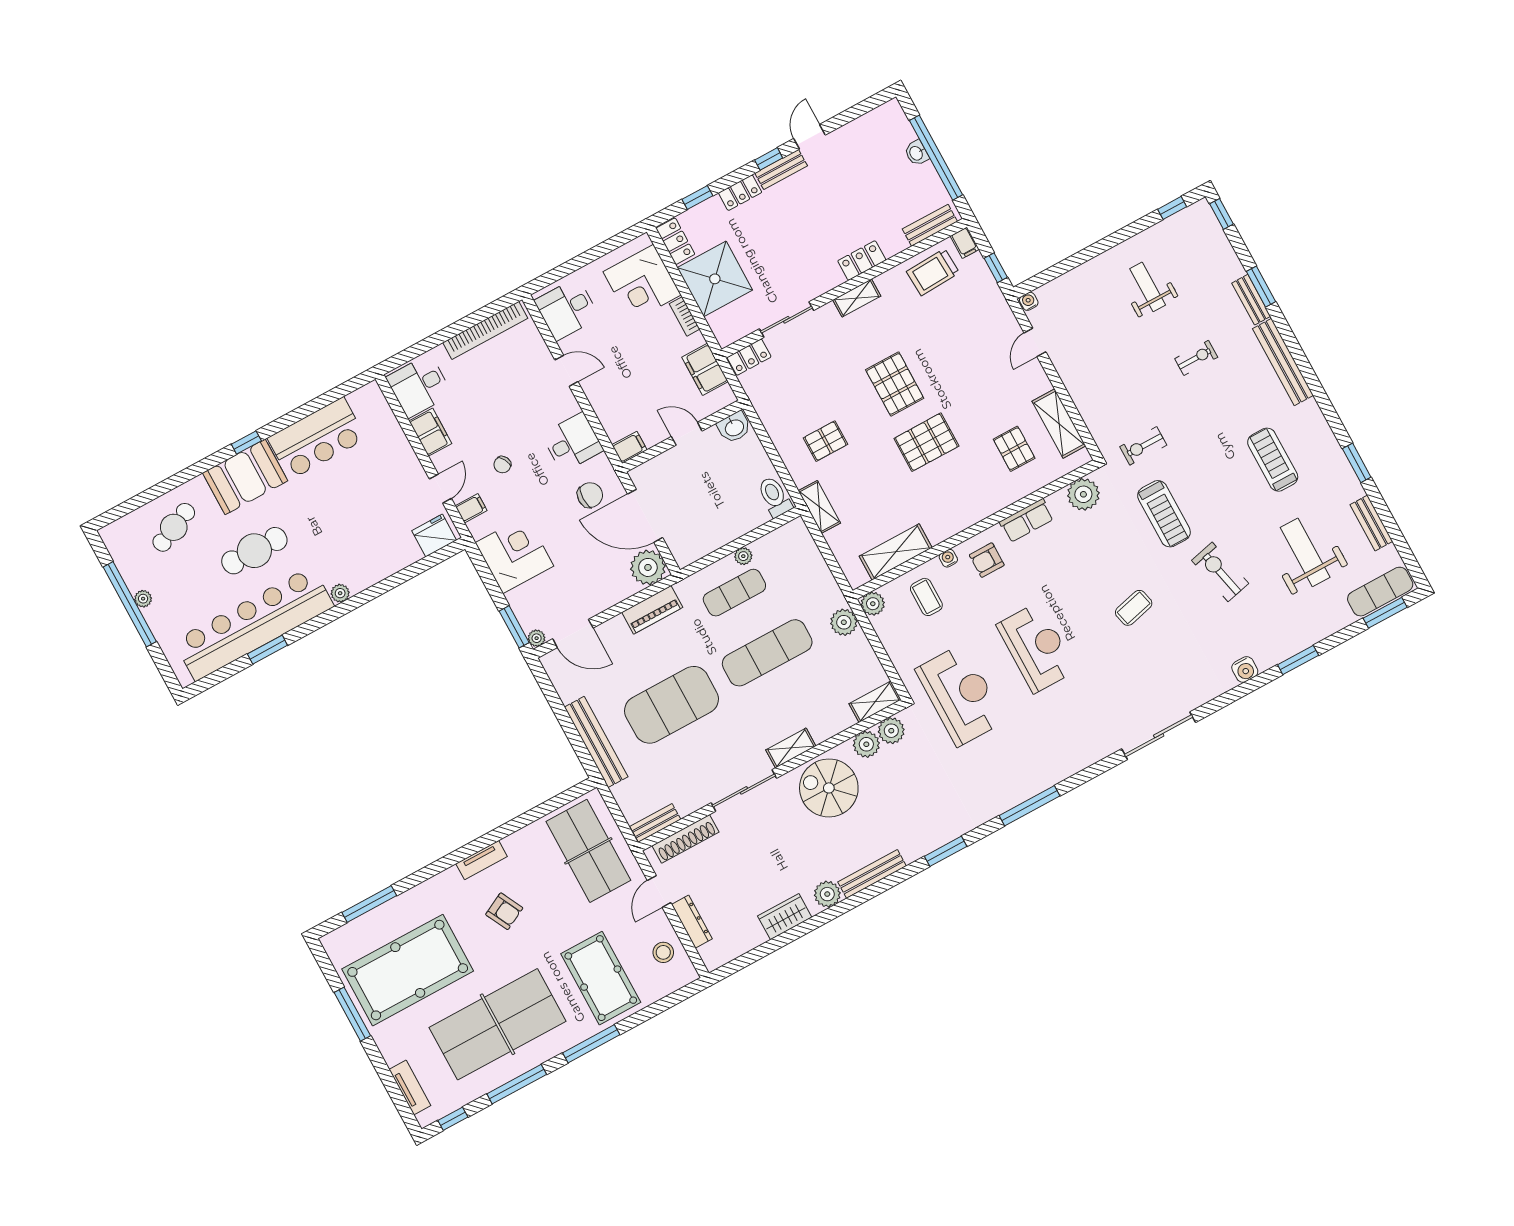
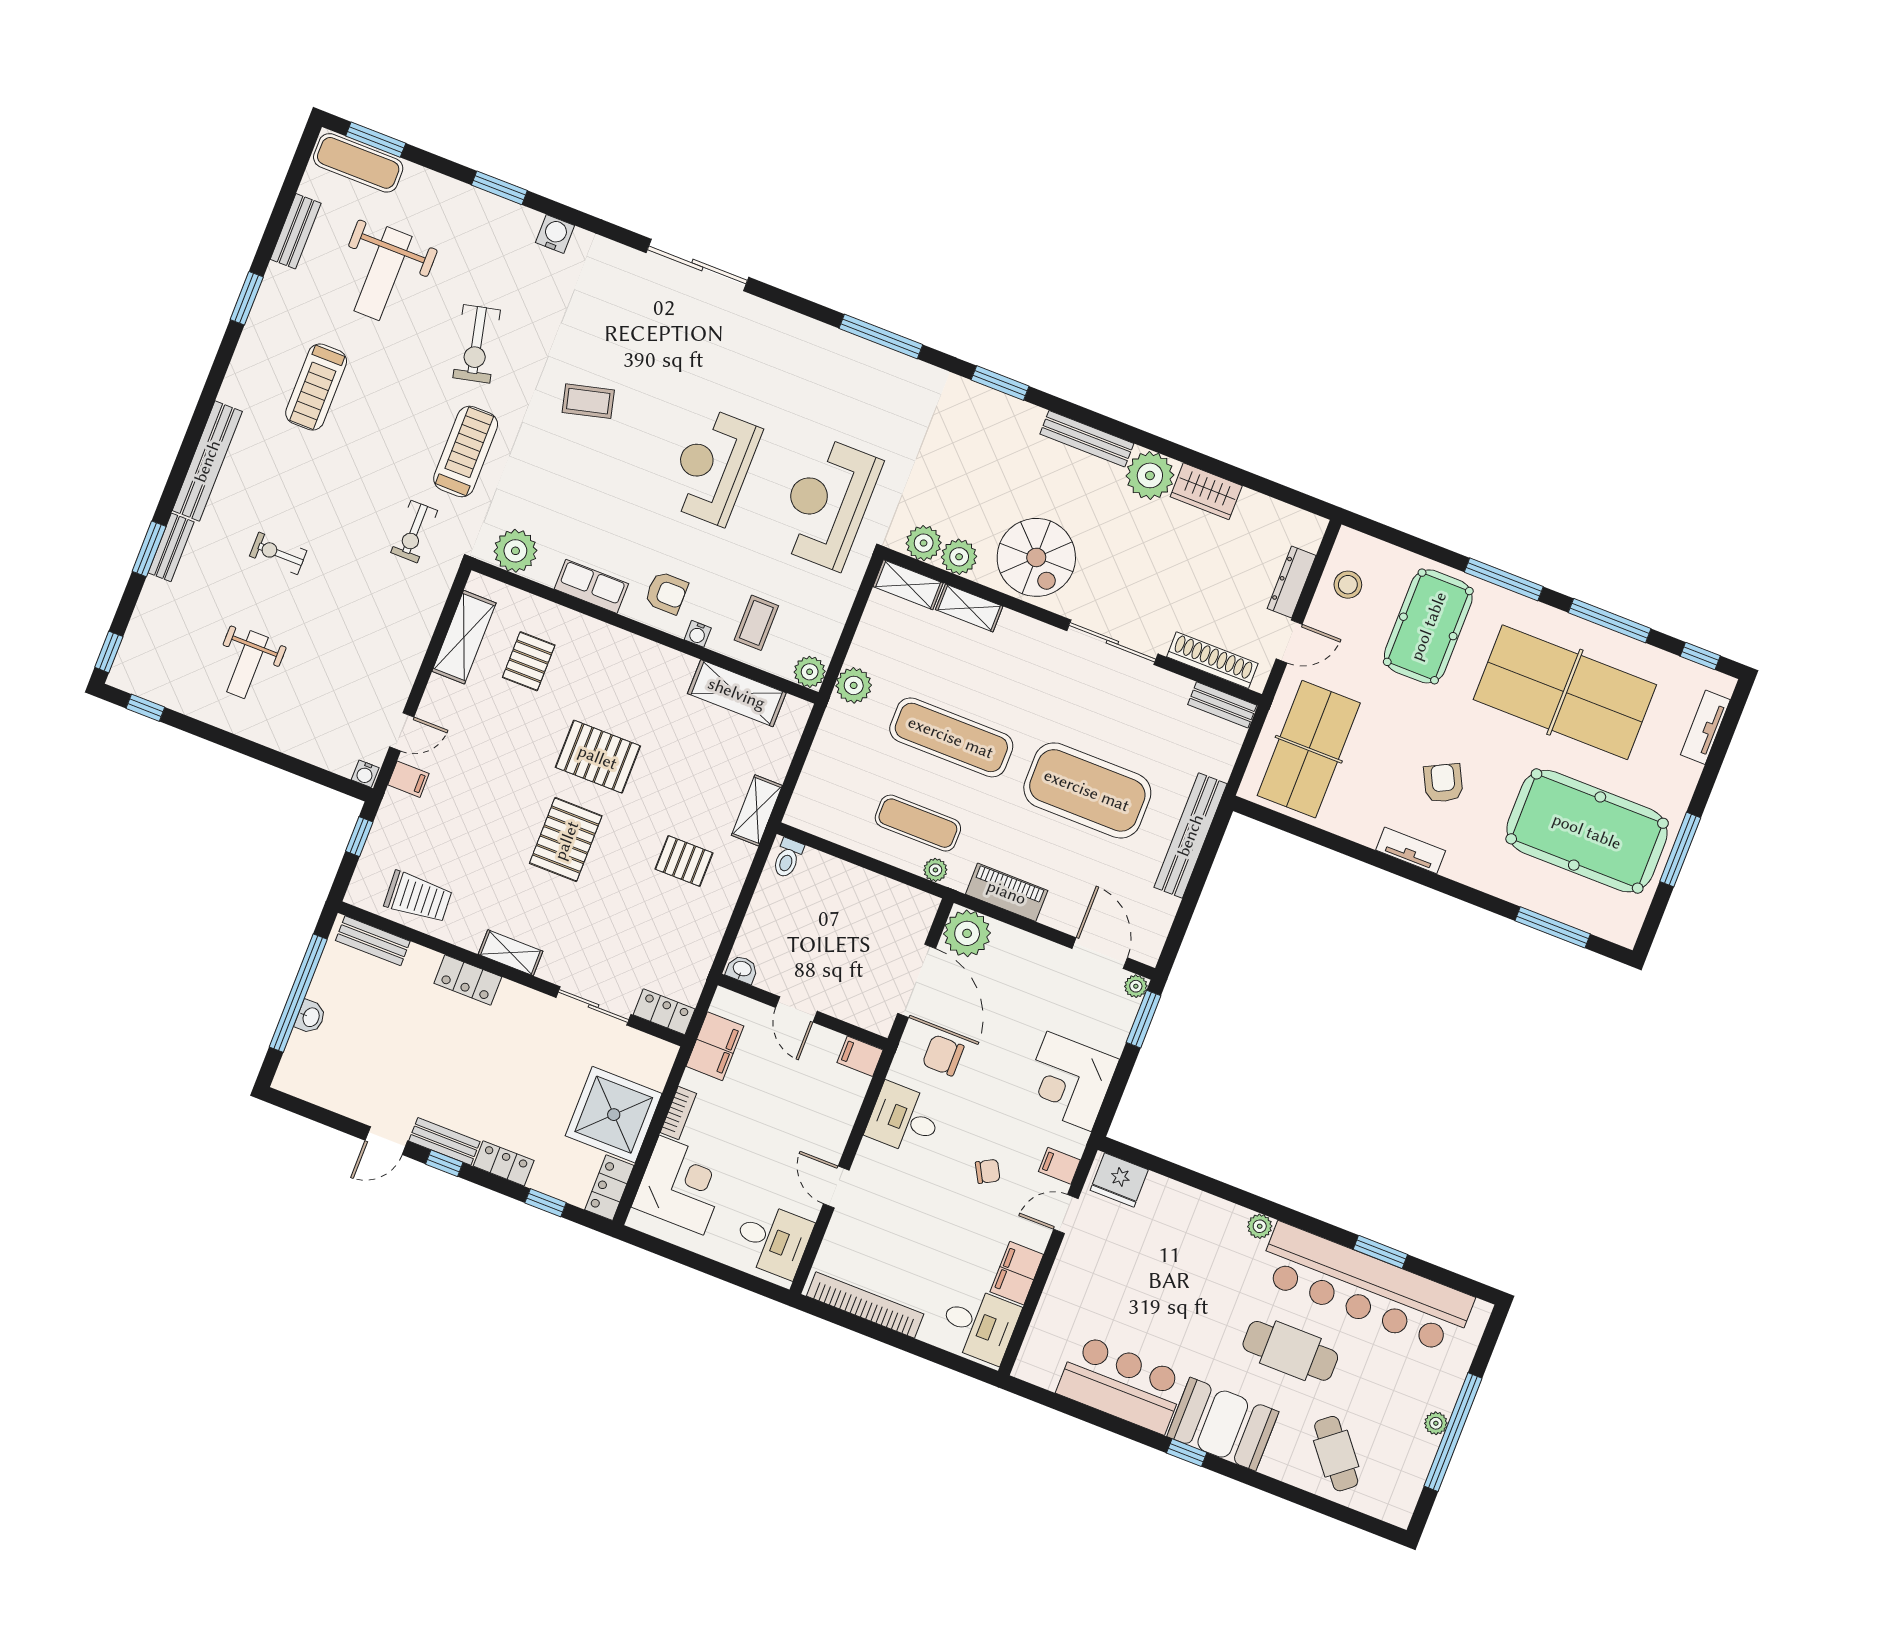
filing cabinet: (965, 243) -> (408, 779), moved, turned 90
washbasin: (734, 427) -> (742, 969), width x0.72, depth x0.69
exercise bike: (1143, 446) -> (414, 532), turned 90
toilet: (775, 497) -> (788, 858), width x0.73, depth x0.72
cafe table: (174, 527) -> (1336, 1454), turned 75
plant: (743, 556) -> (935, 870), moved
shelving: (791, 748) -> (969, 608), moved
plant: (827, 894) -> (1150, 475), width x1.36, depth x1.36

